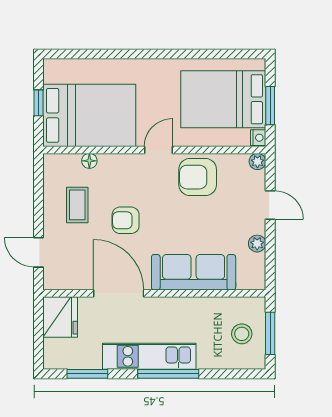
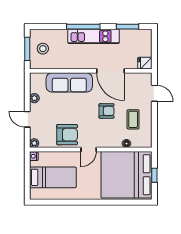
bed: (223, 99) -> (53, 177), width x0.67
window: (270, 106) -> (27, 174), removed
bed: (89, 115) -> (127, 175), width x1.36
fridge: (60, 317) -> (145, 63), width x0.53, depth x0.75

